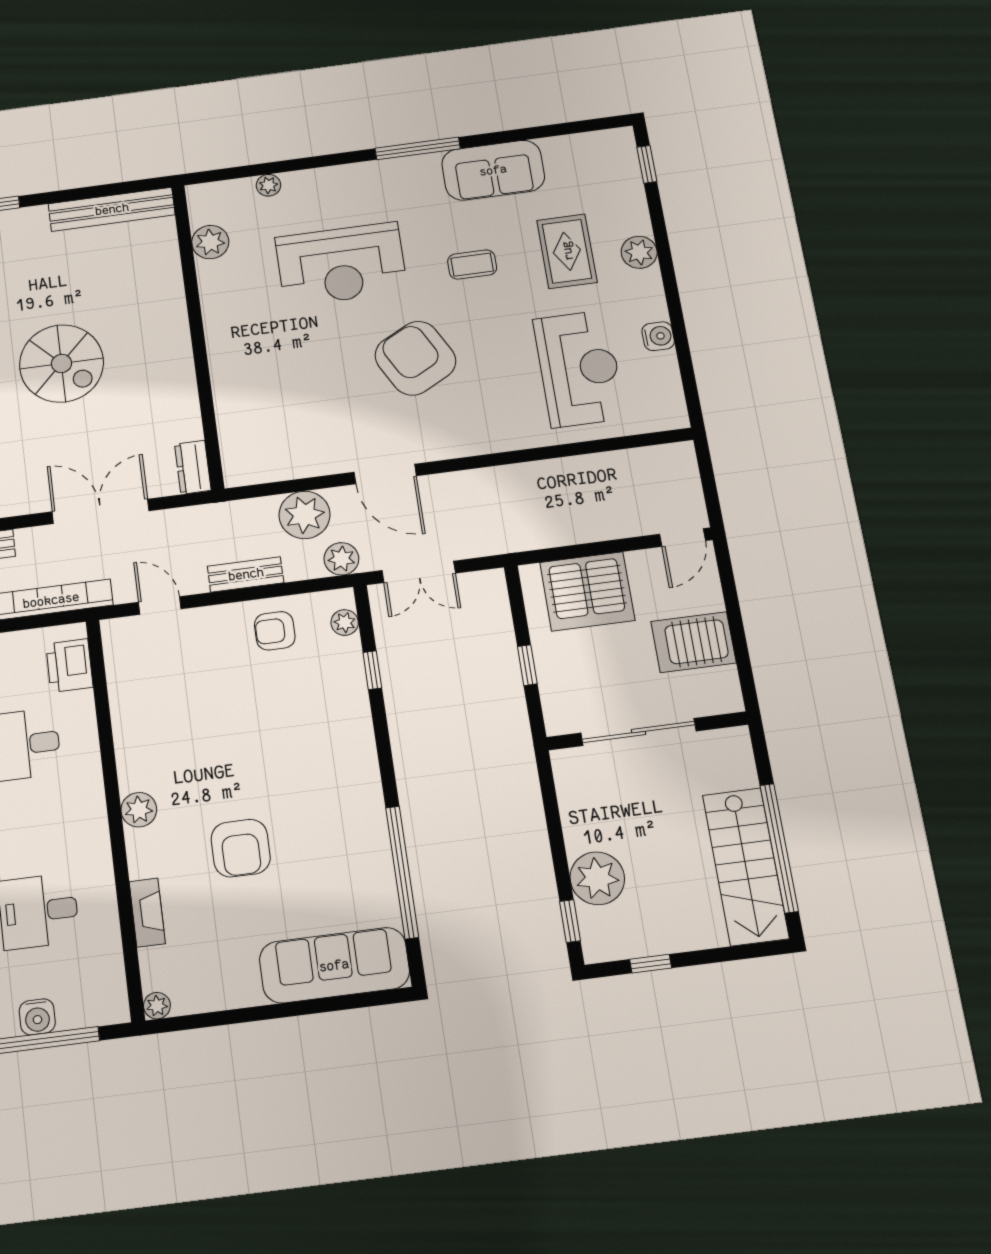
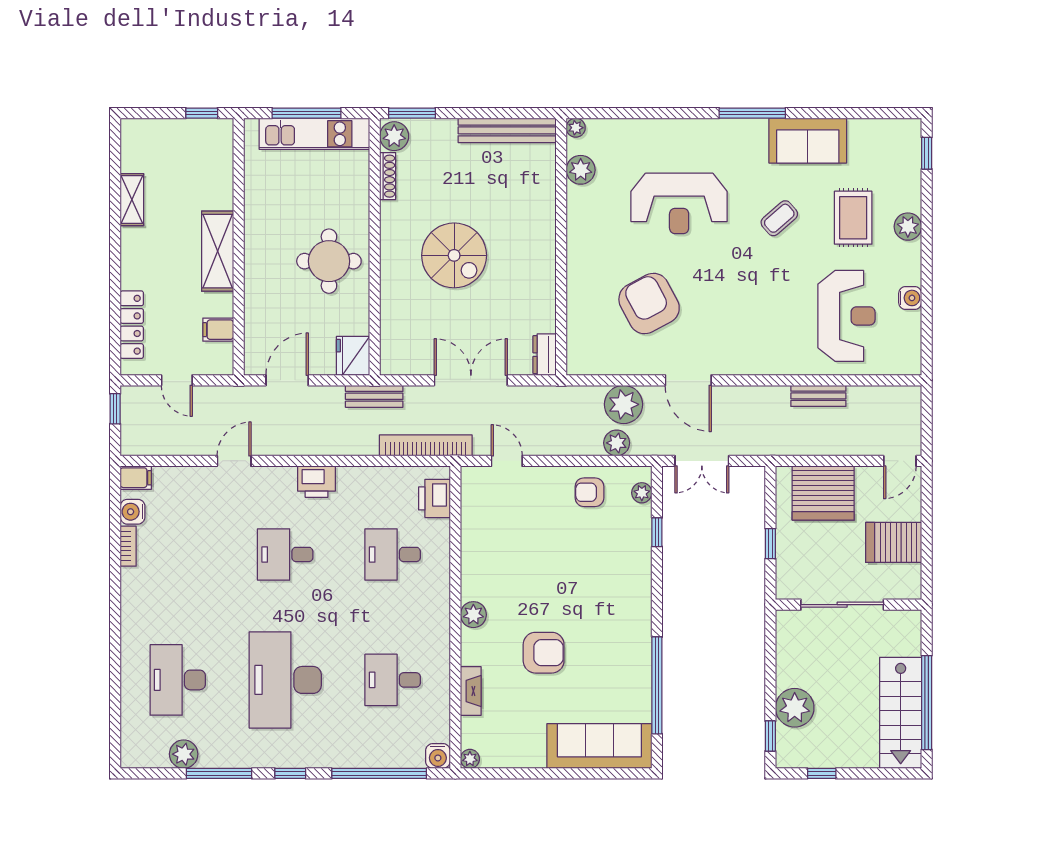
plant: (268, 185) -> (576, 128), moved
coffee table: (472, 265) -> (779, 218), turned -41
armchair: (415, 358) -> (649, 304), moved
plant: (341, 559) -> (617, 443), moved
bench: (246, 574) -> (818, 396), moved
armchair: (241, 848) -> (544, 653), turned -90
water cooler: (37, 1017) -> (438, 756), moved

